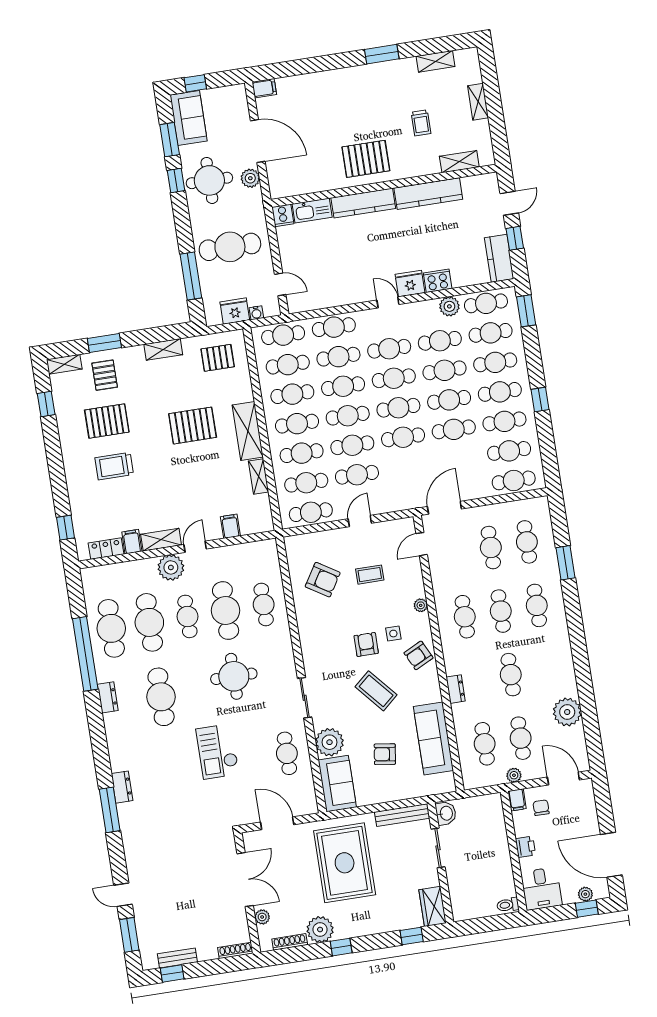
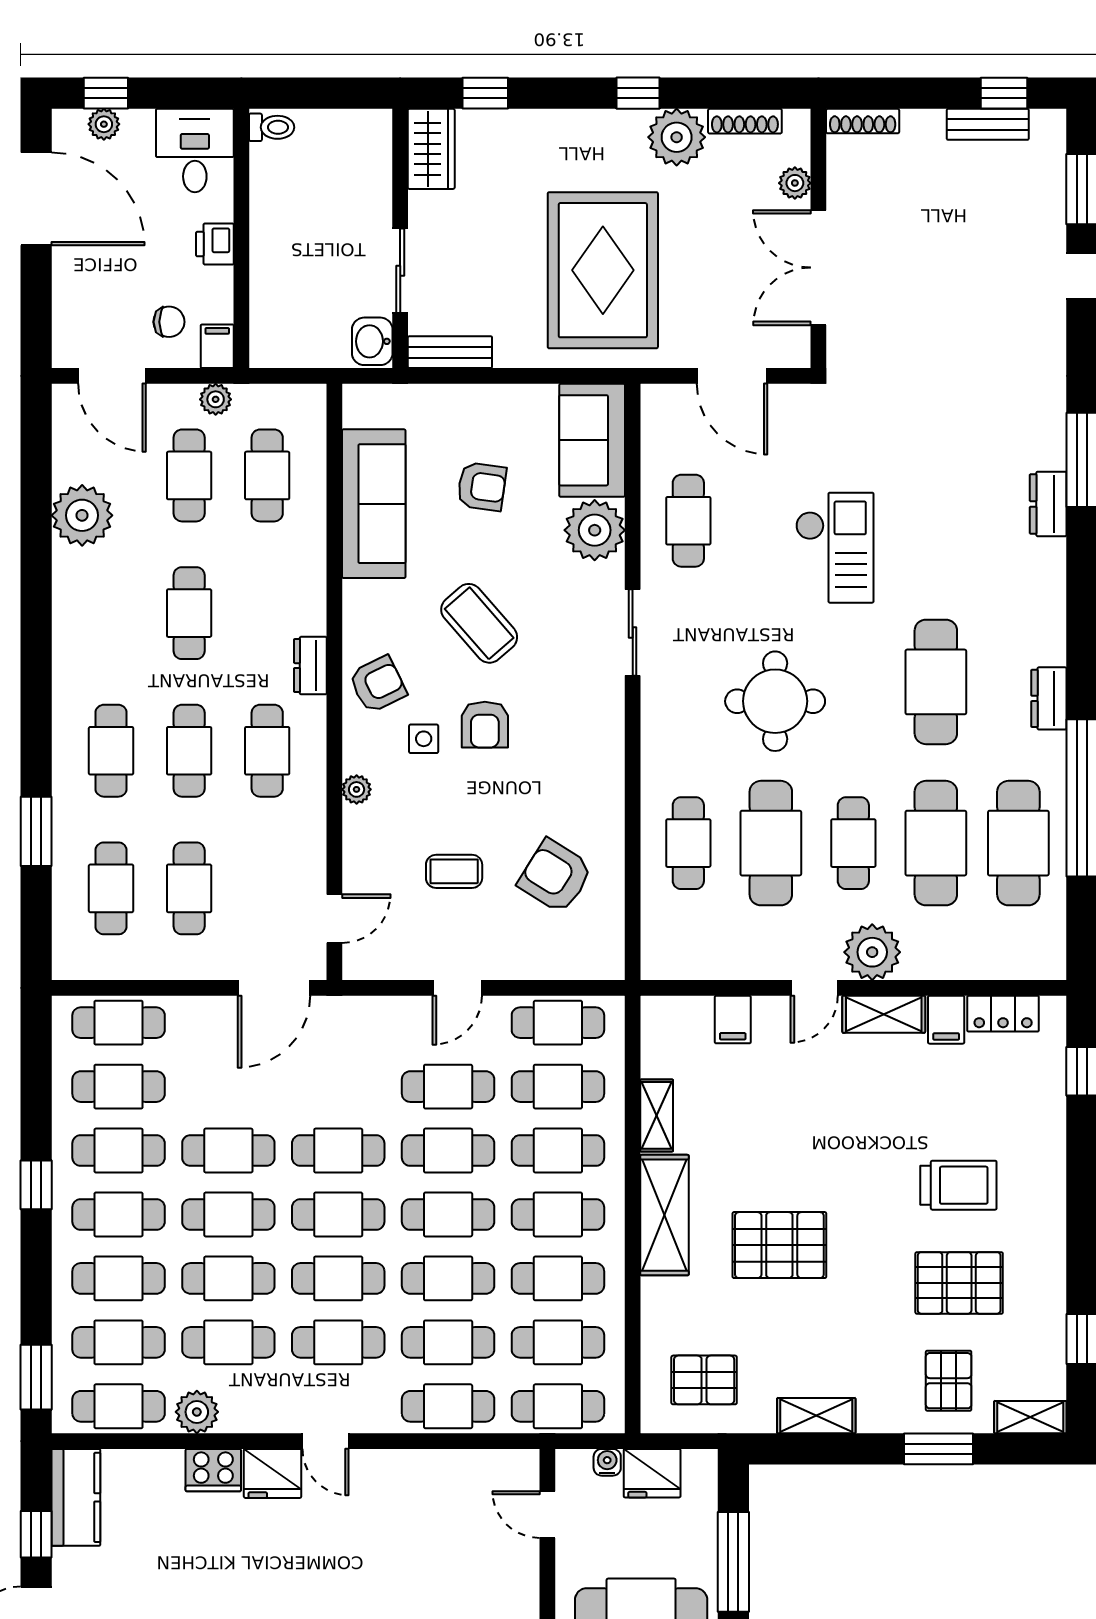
dresser: (456, 689) -> (310, 666), moved
chair: (541, 808) -> (169, 322), turned -90
bench: (402, 815) -> (450, 352), width x0.73

